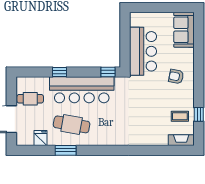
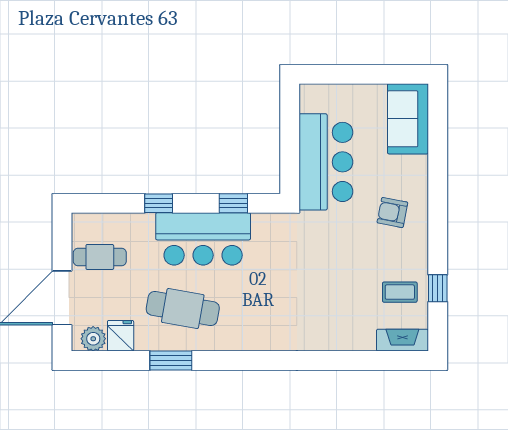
window: (108, 72) -> (233, 203), moved
bar counter: (82, 90) -> (203, 239), width x0.73
plant: (27, 140) -> (93, 339), added

